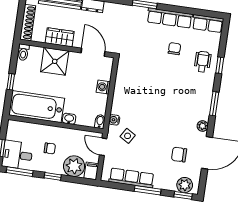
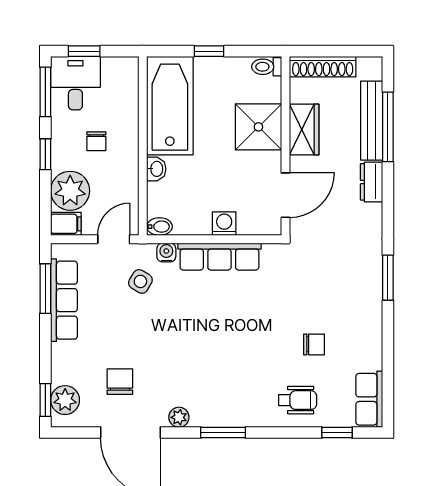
row of seats: (170, 18) -> (219, 257), moved, turned -90
window: (220, 65) -> (337, 432), moved
window: (148, 190) -> (45, 289), moved

